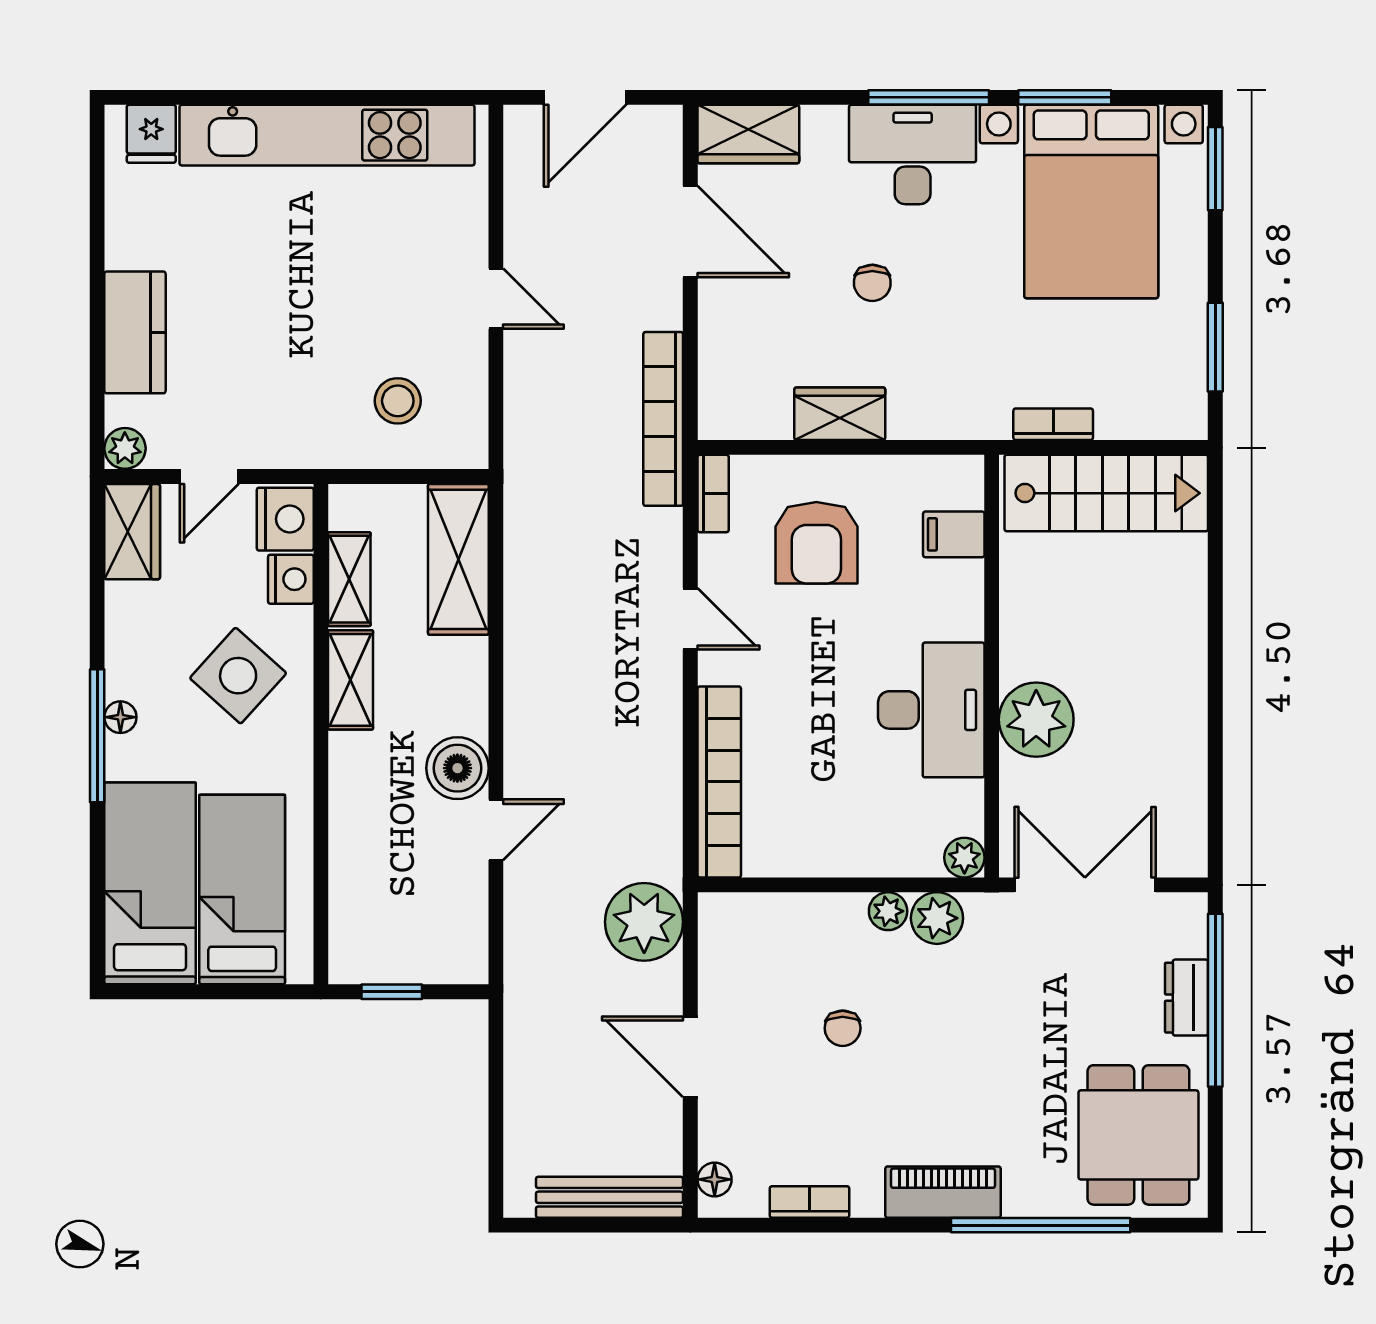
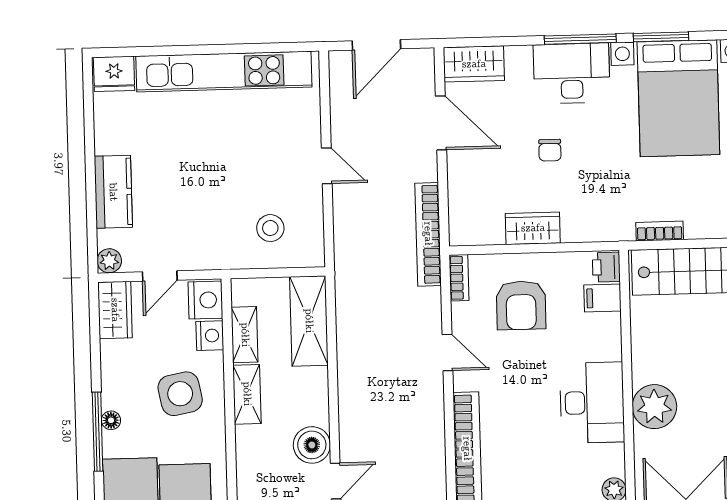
fridge: (151, 134) -> (114, 74), width x1.38
printer: (962, 483) -> (606, 267), added
side table: (238, 676) -> (180, 394), turned 37

